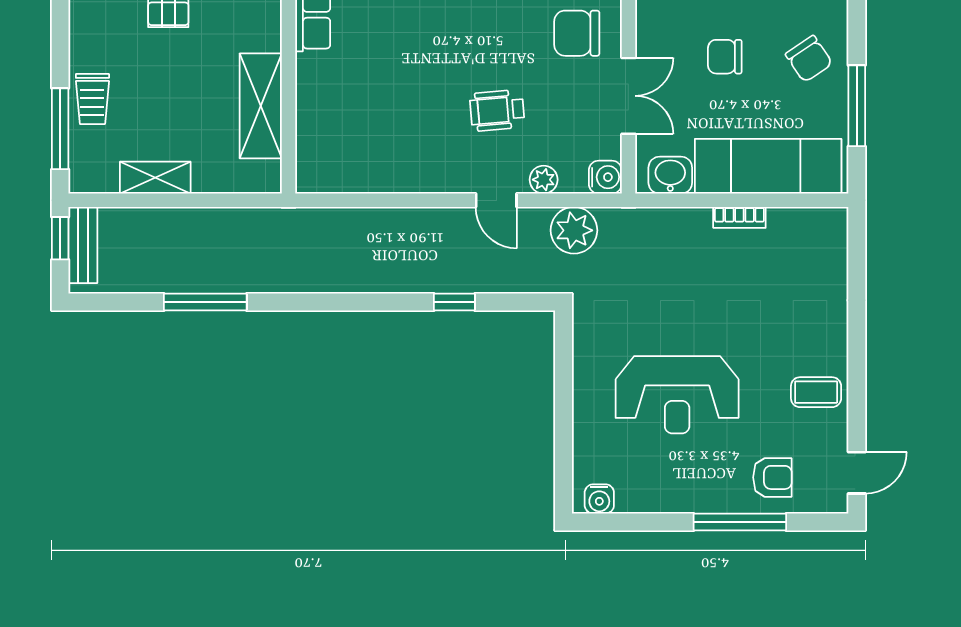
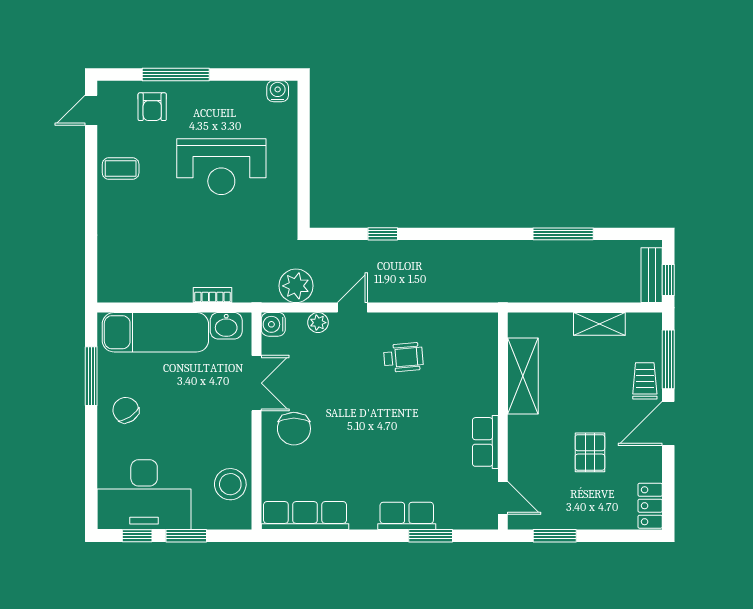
chair: (577, 33) -> (294, 429), turned 90
door: (60, 40) -> (668, 423), added
chair: (725, 57) -> (187, 412), removed
double door: (628, 96) -> (257, 383), swing flipped
wheelchair: (497, 110) -> (403, 357), moved
door: (496, 200) -> (352, 308), hinge flipped
bookcase: (739, 217) -> (213, 295), moved
reception desk: (677, 395) -> (221, 167), turned 180
armchair: (772, 477) -> (152, 107), turned -90

